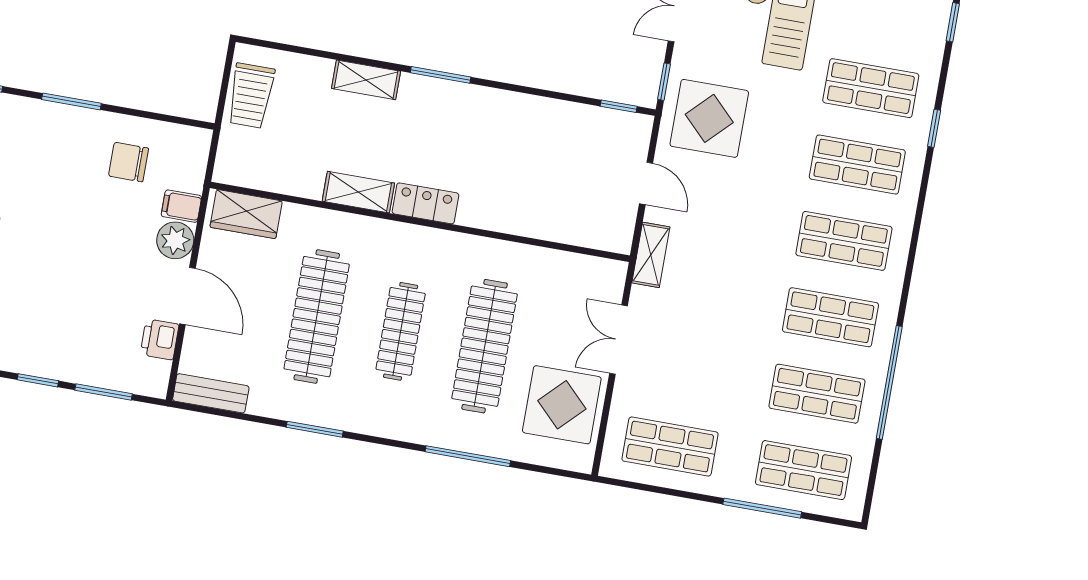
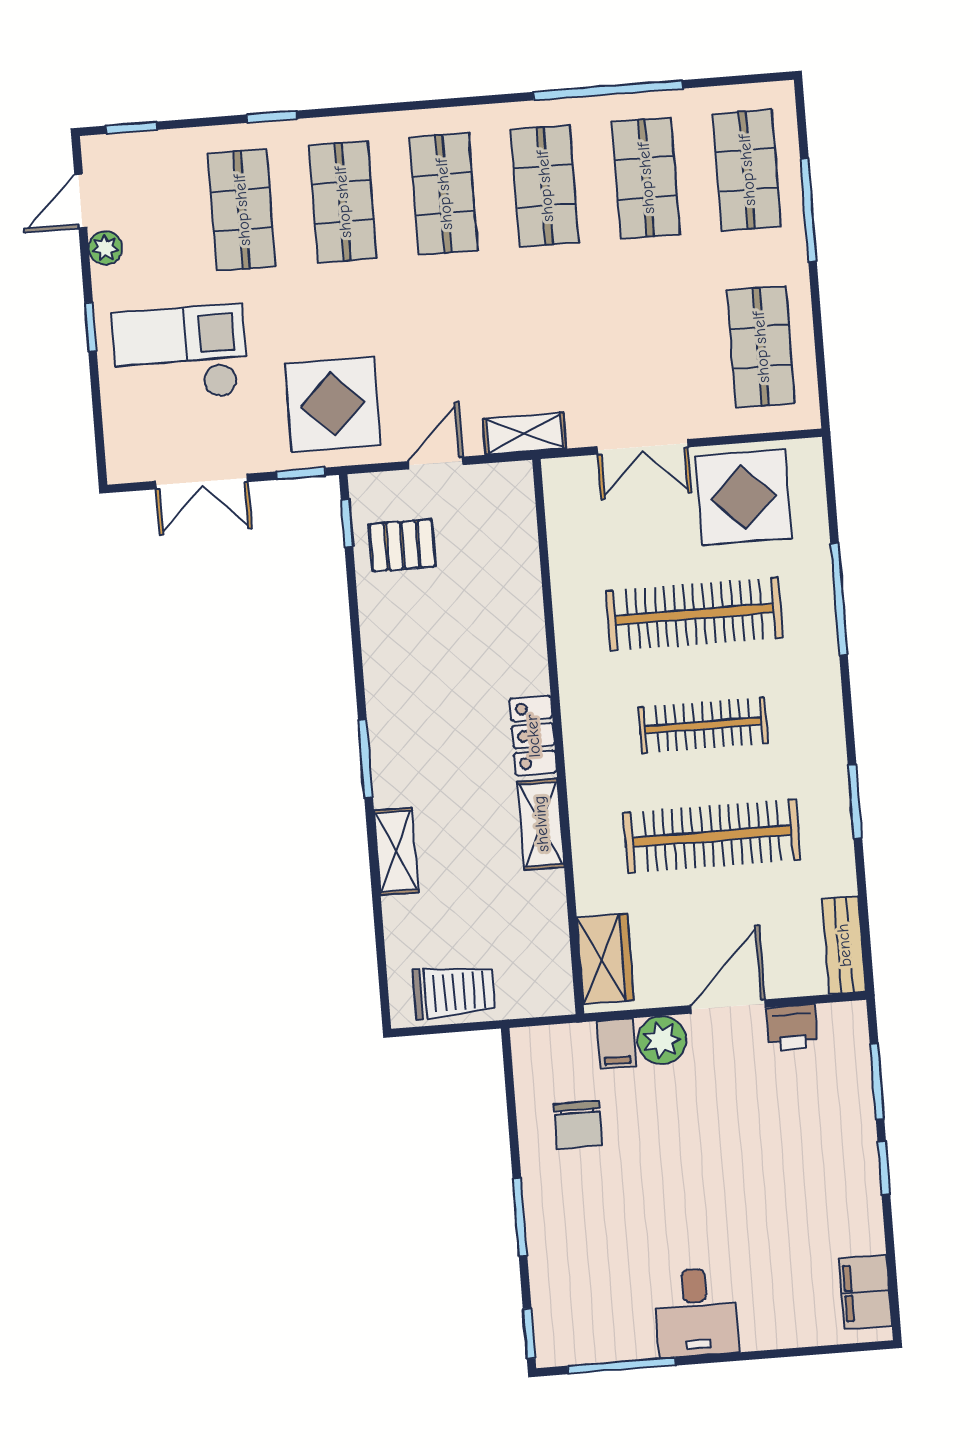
pallet: (591, 143) -> (402, 545), added

